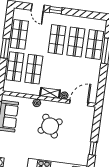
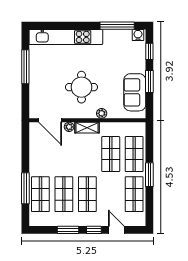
window: (76, 13) -> (68, 230), added
door: (79, 103) -> (50, 120), hinge flipped
round table: (50, 126) -> (81, 87), turned 33
window: (93, 149) -> (25, 67), width x2.17

